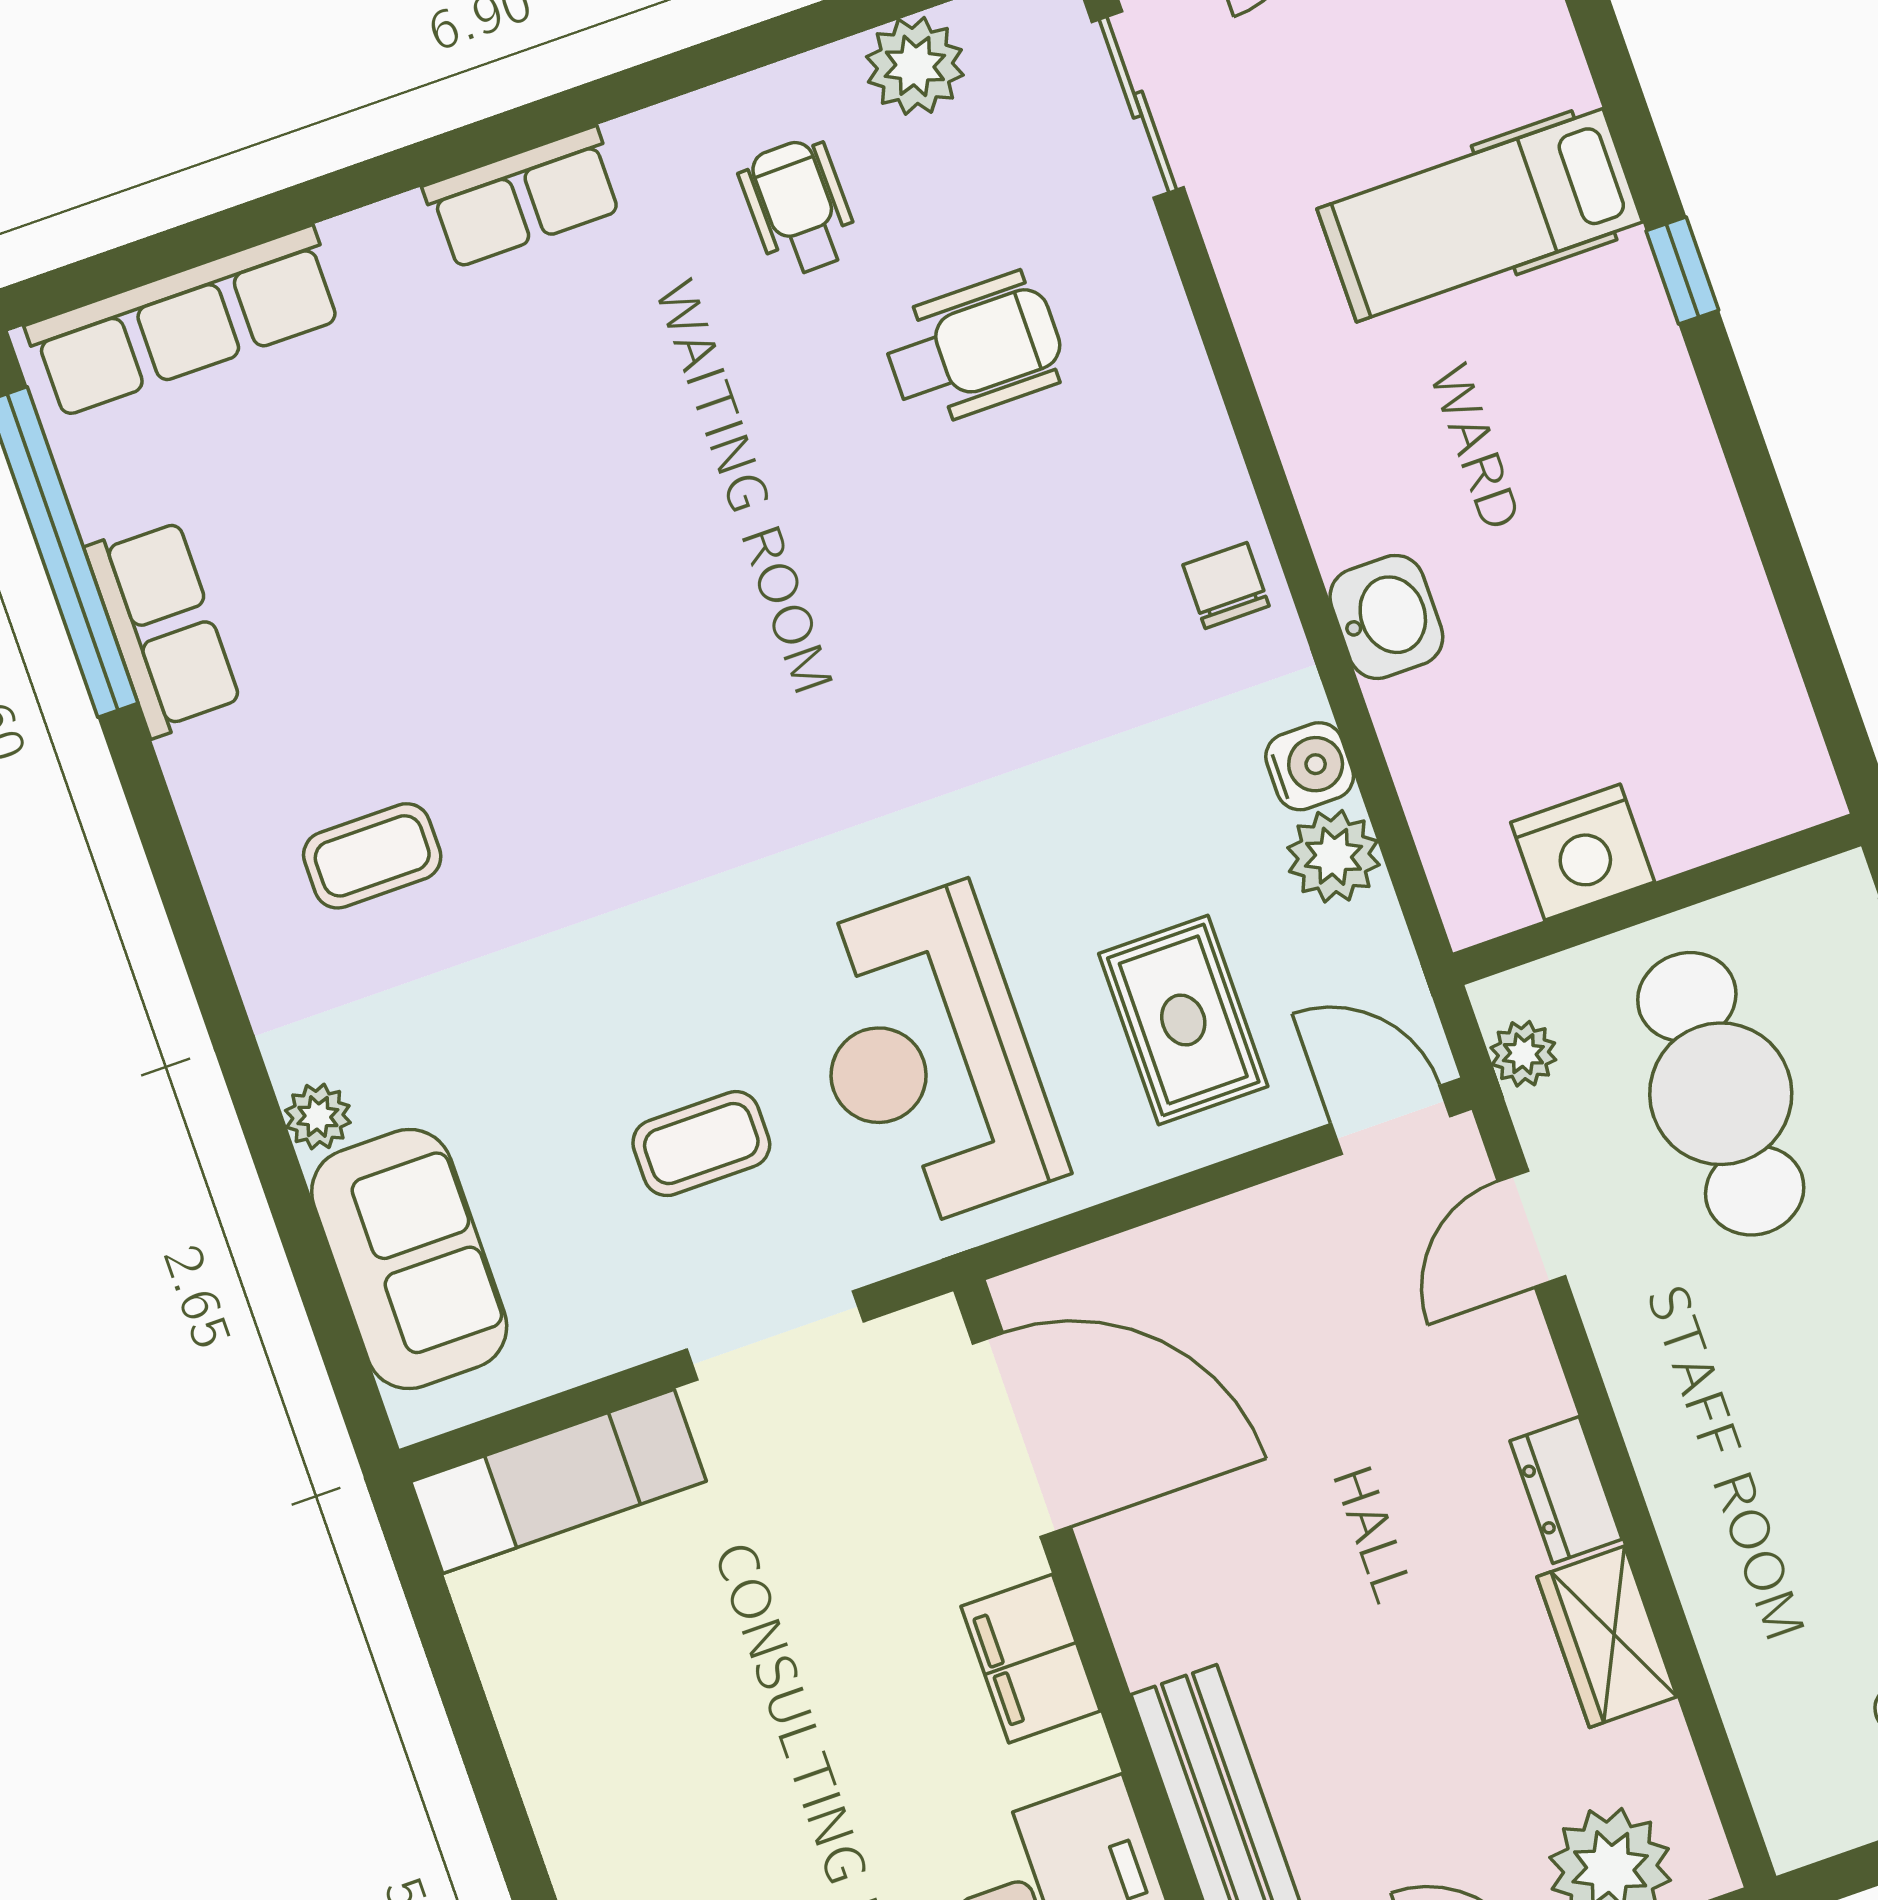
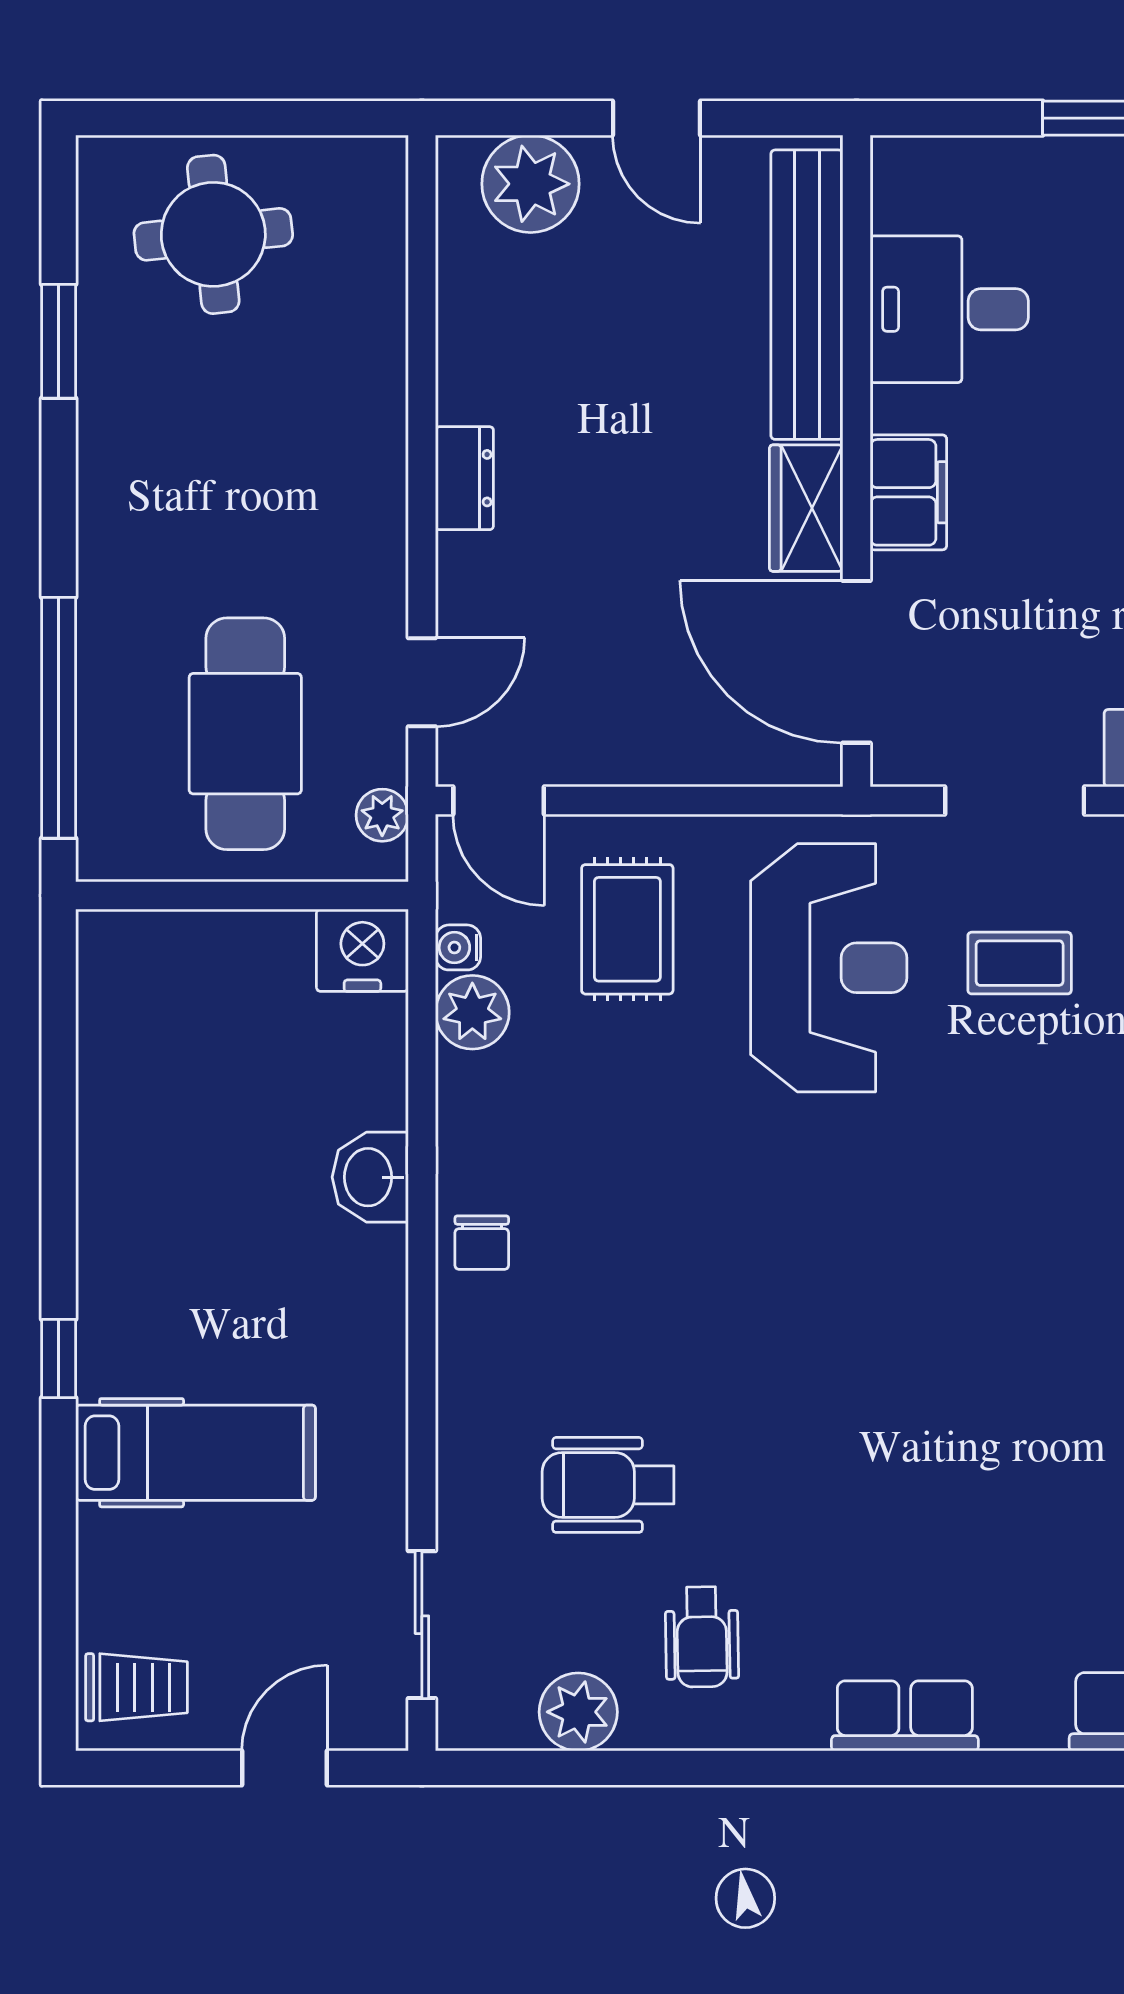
water cooler: (1310, 766) -> (458, 947), moved, width x0.72, depth x0.72
nightstand: (1583, 852) -> (362, 950), moved
wardrobe: (1607, 1637) -> (806, 508), moved, turned 180

